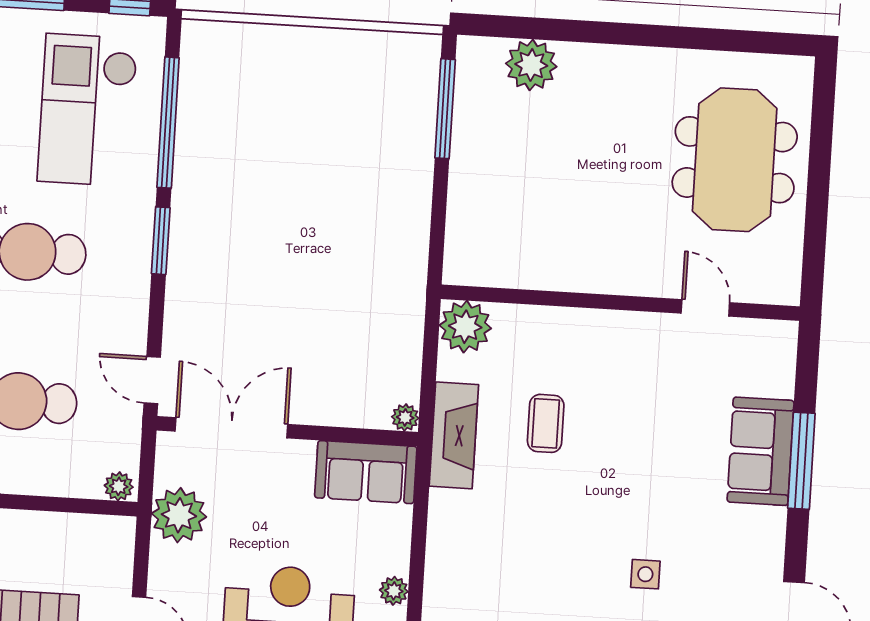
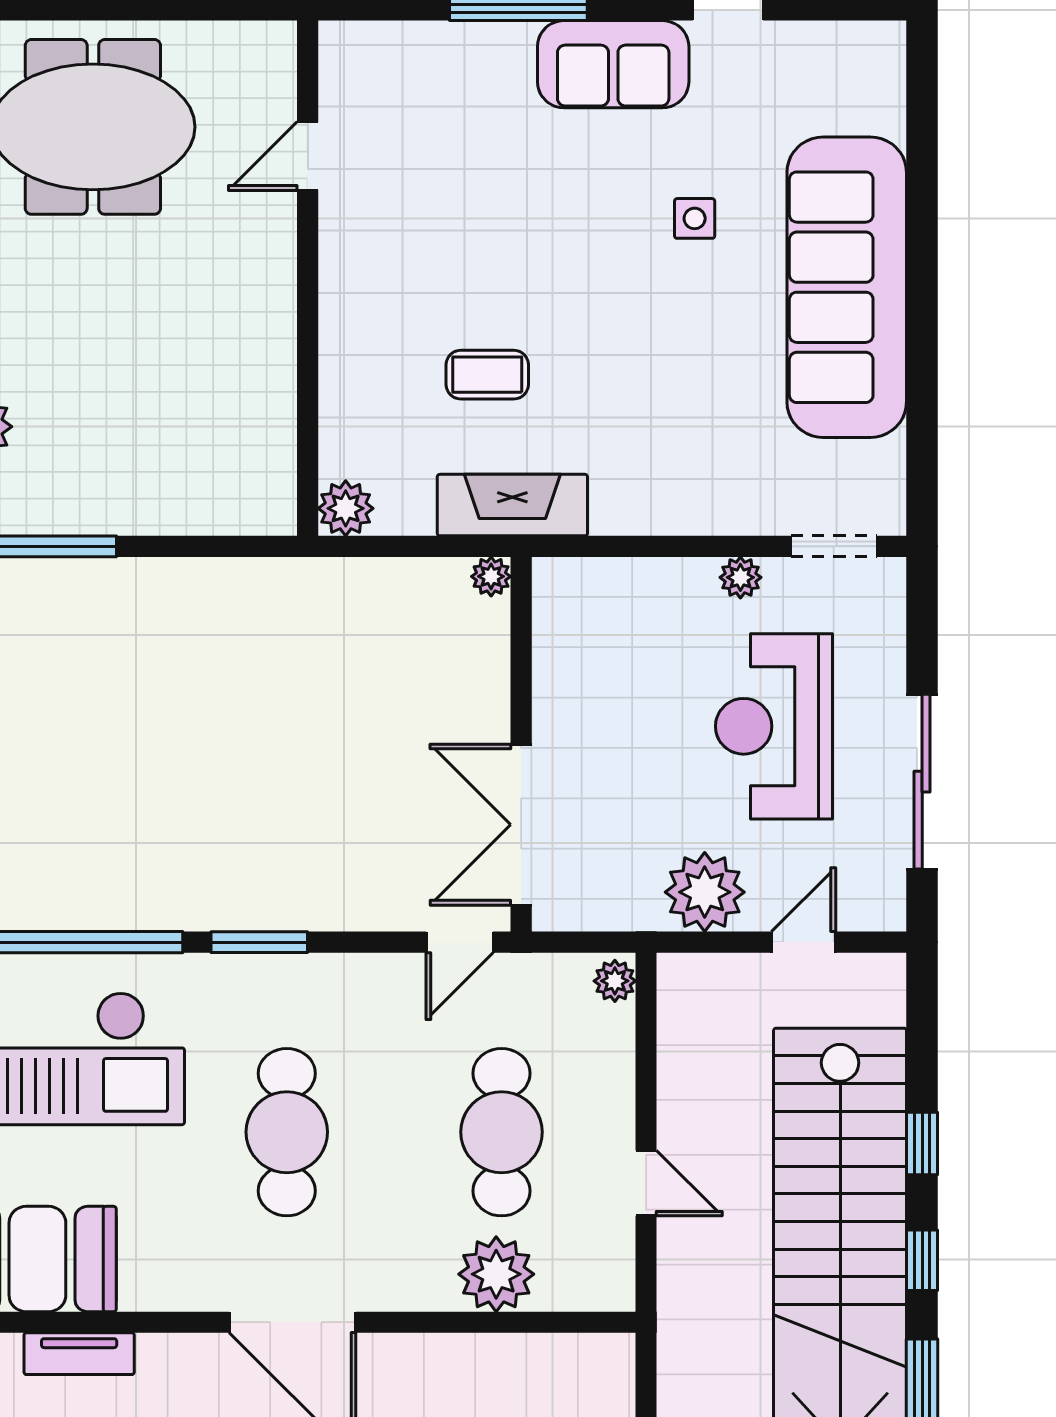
plant: (465, 327) -> (346, 508), width x0.73, depth x0.73
sofa: (761, 451) -> (613, 64), moved
sofa: (366, 472) -> (573, 628), removed
plant: (179, 515) -> (705, 892), moved

